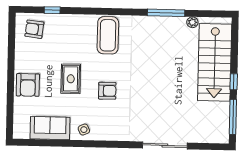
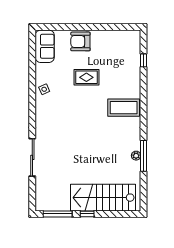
plant: (192, 22) -> (136, 156), moved
armchair: (34, 29) -> (127, 46), removed
armchair: (107, 91) -> (77, 108), removed
sofa: (50, 128) -> (45, 46), moved

